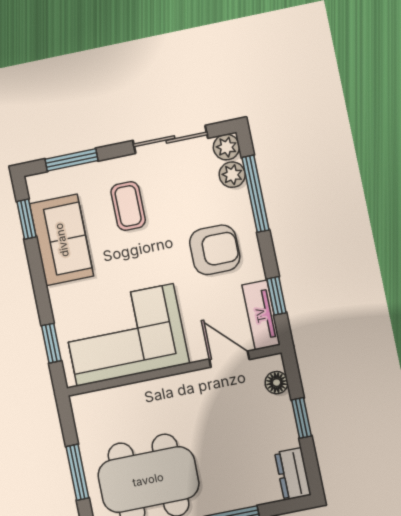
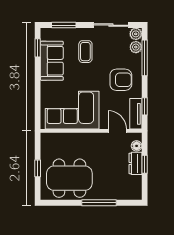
window: (51, 343) -> (38, 107), removed
window: (77, 472) -> (38, 168), width x0.67
dresser: (293, 474) -> (135, 163), moved

